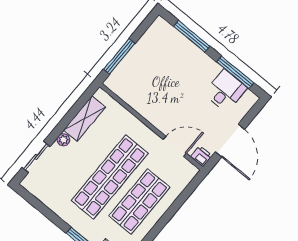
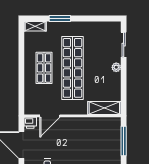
shelving: (84, 118) -> (104, 108), moved, turned 90
shop shelf: (139, 202) -> (44, 68), width x0.70, depth x0.74

